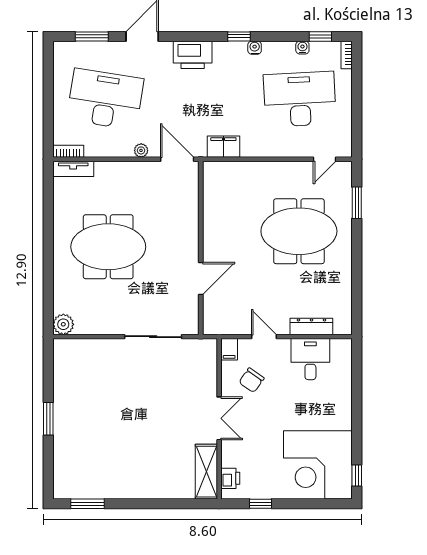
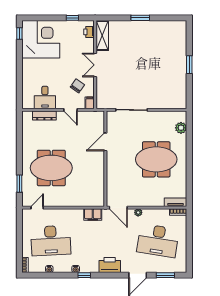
window: (320, 36) -> (39, 275), removed
plant: (63, 324) -> (181, 128), moved
window: (88, 504) -> (140, 18), moved

